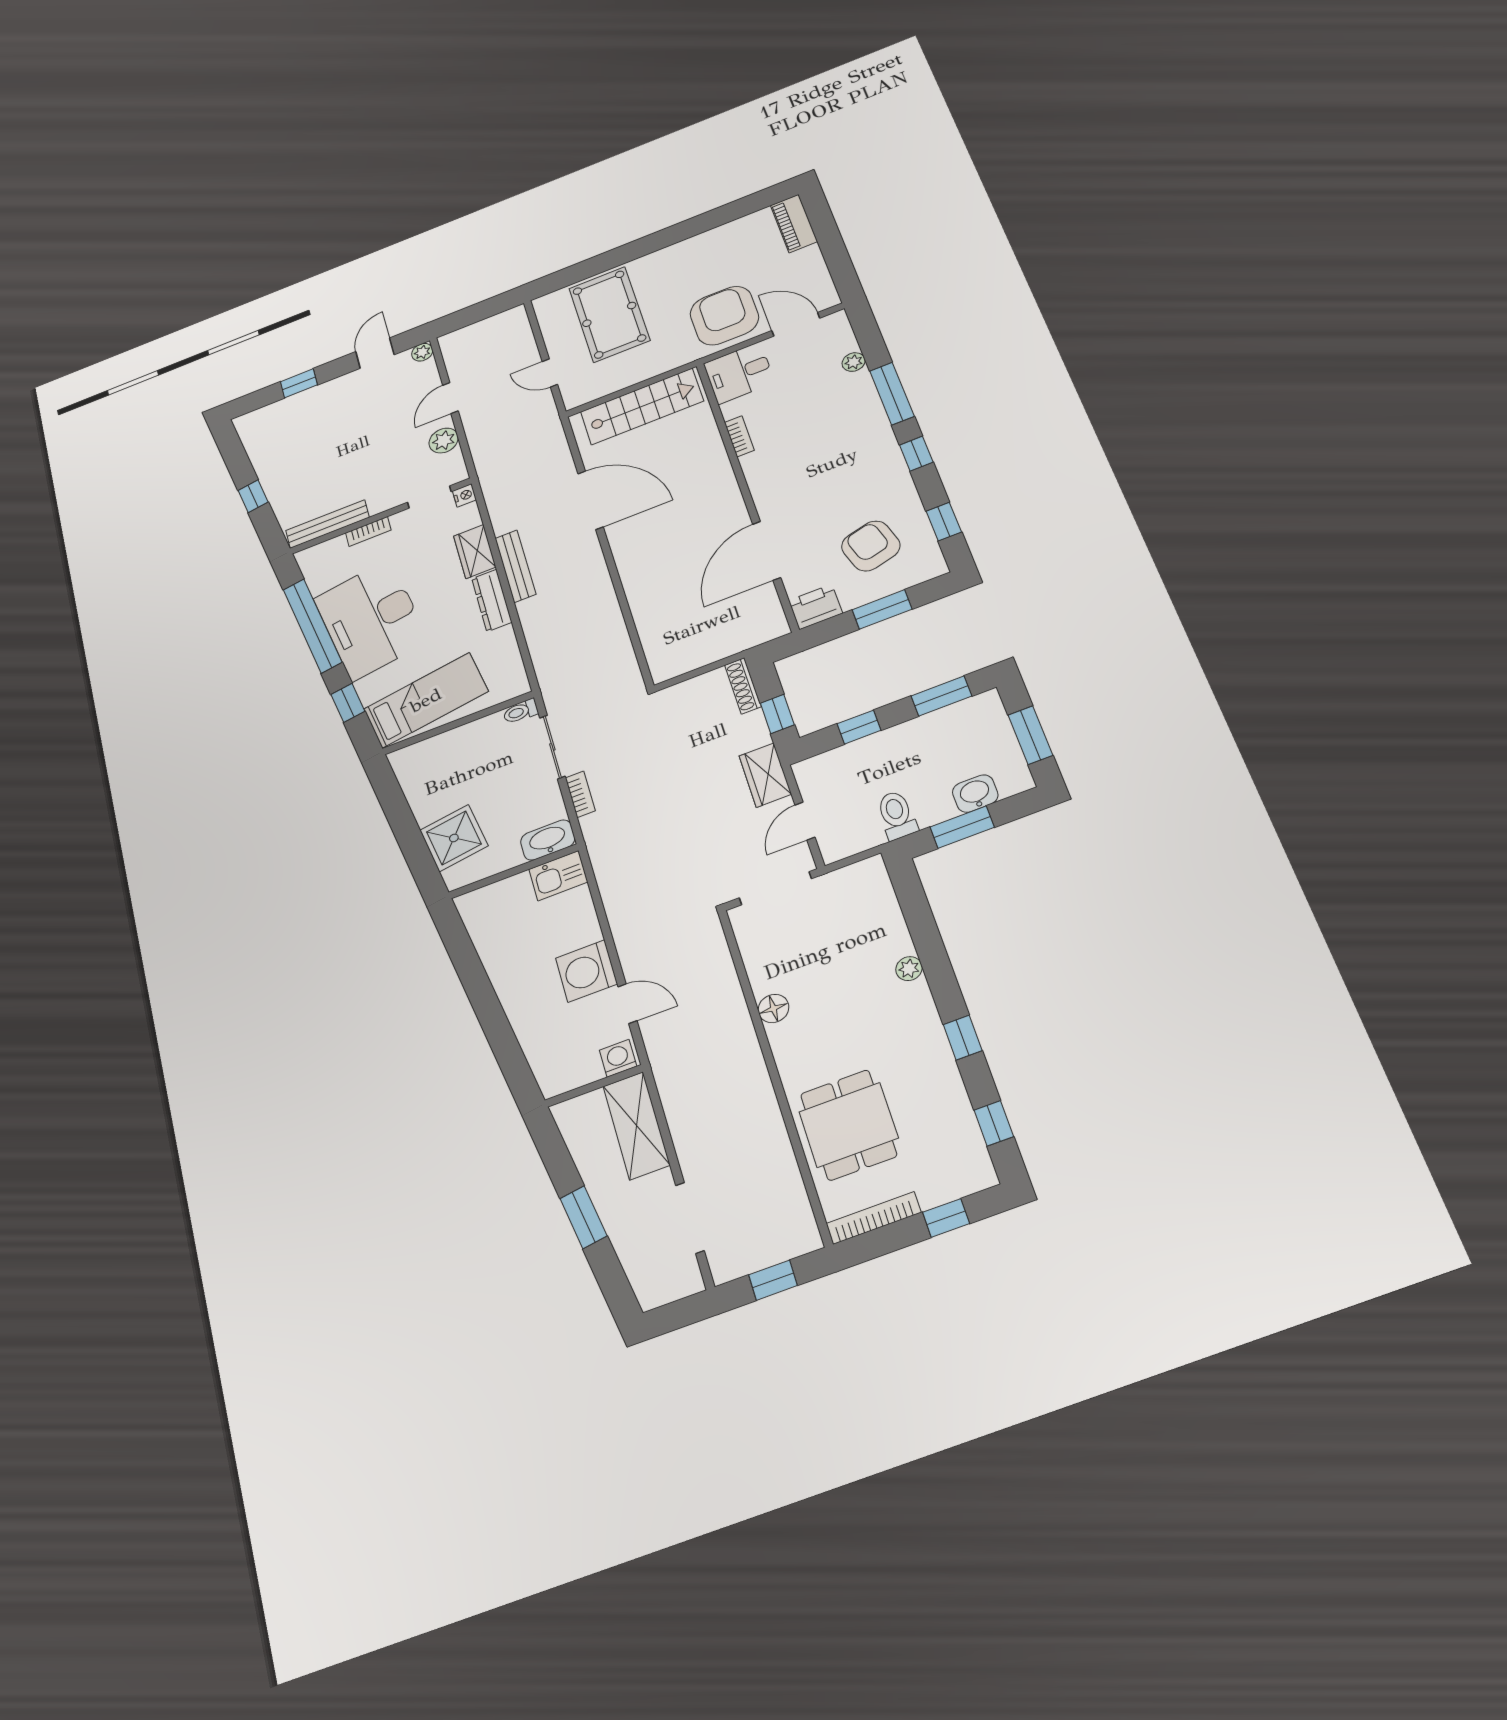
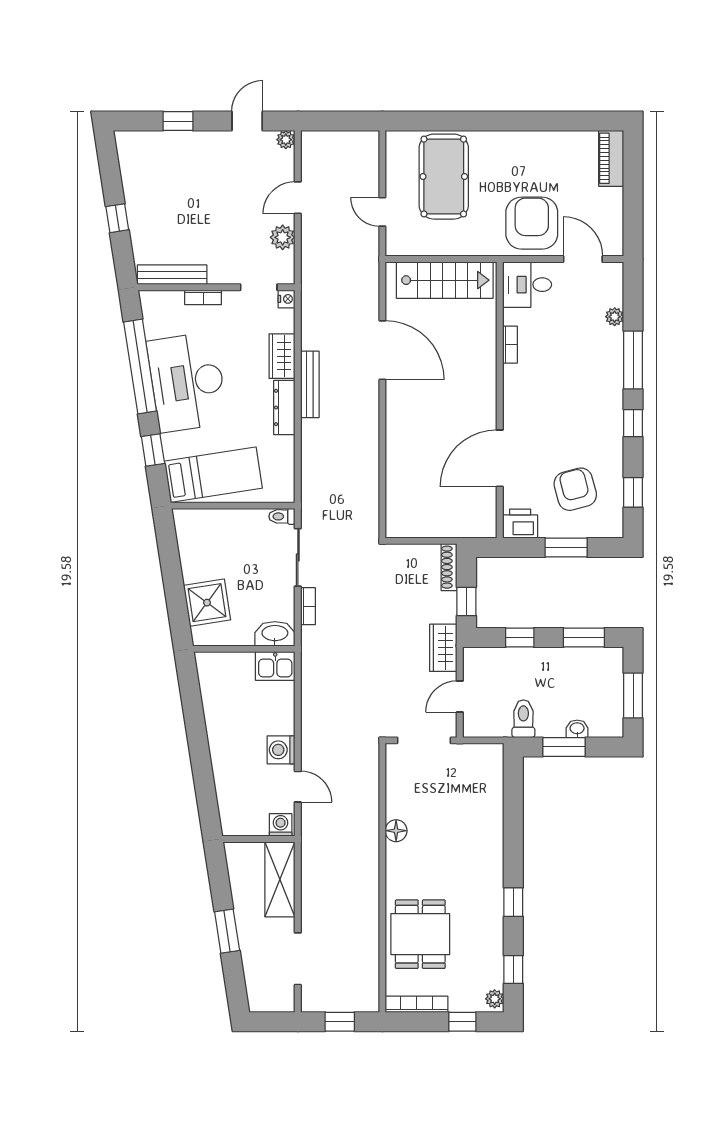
washbasin: (975, 794) -> (577, 729), width x0.72, depth x0.69
plant: (909, 969) -> (495, 999), moved
washing machine: (586, 971) -> (281, 750), width x0.73, depth x0.73

